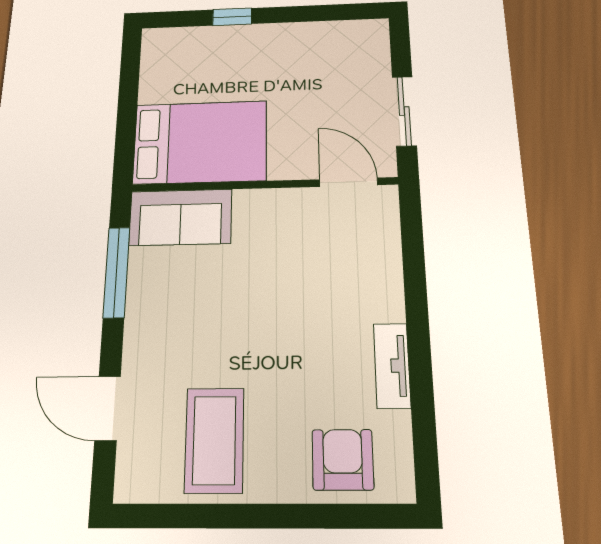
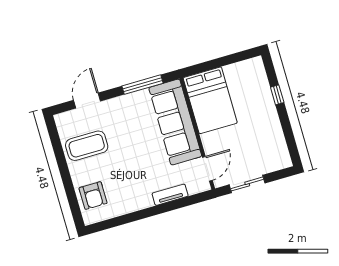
sofa: (180, 217) -> (175, 122), width x1.85, depth x1.27
tv unit: (392, 366) -> (170, 195), moved
armchair: (343, 460) -> (93, 196), turned 90

